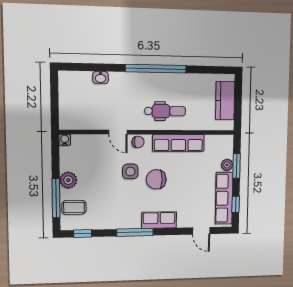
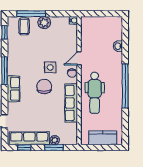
dental chair: (165, 111) -> (95, 93), width x1.36, depth x1.38

